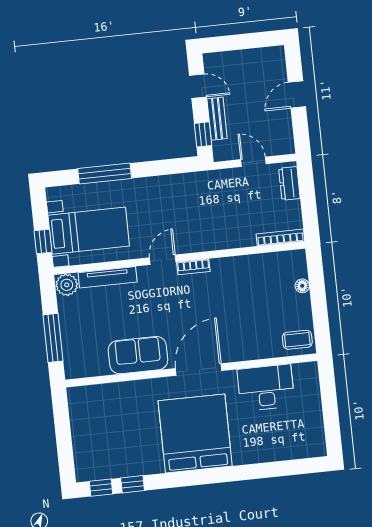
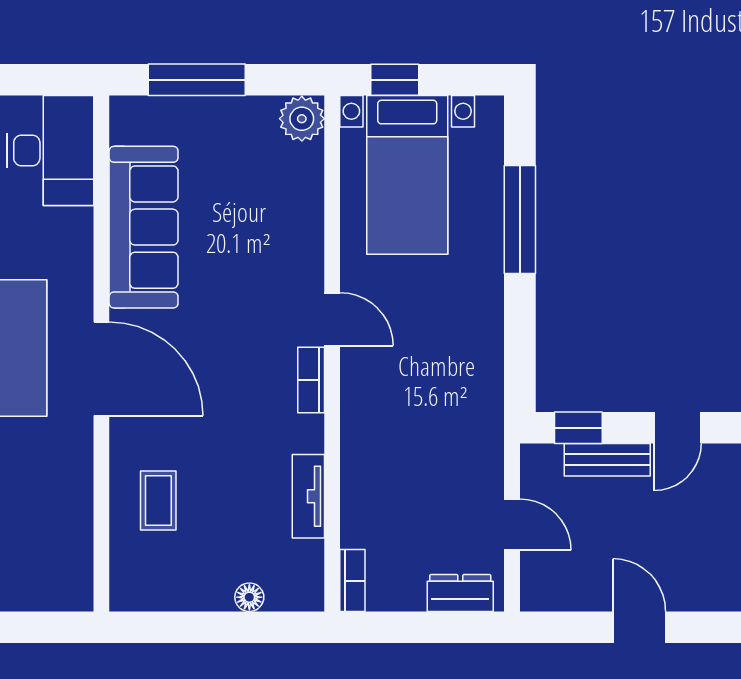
door: (253, 162) -> (512, 524), hinge flipped
bookcase: (280, 237) -> (352, 581), width x0.64
tv unit: (108, 277) -> (308, 496), moved, width x0.71
coffee table: (297, 340) -> (158, 501), moved
sofa: (138, 355) -> (144, 227), width x1.36
desk: (266, 388) -> (50, 150), moved

